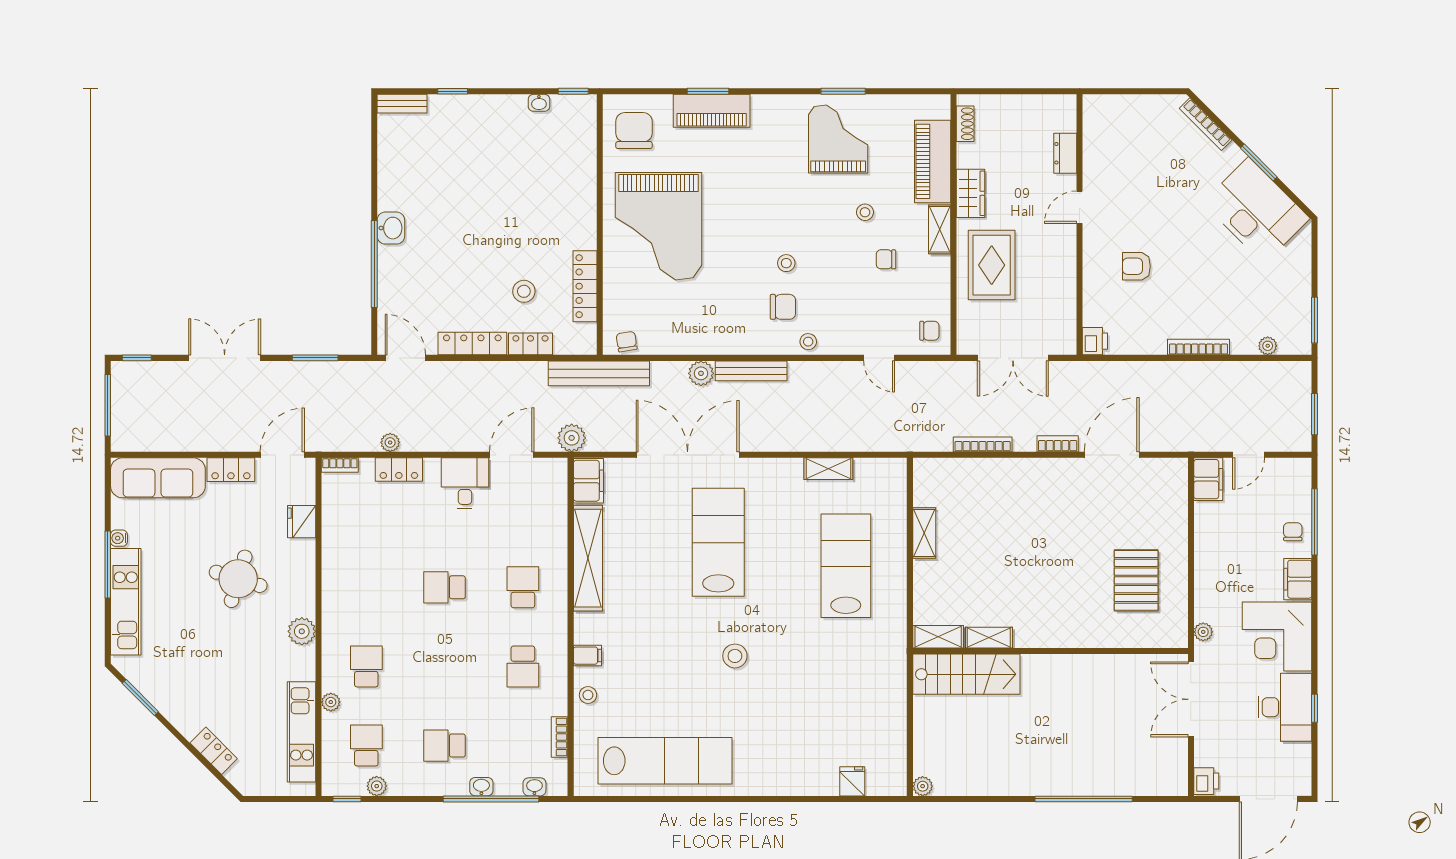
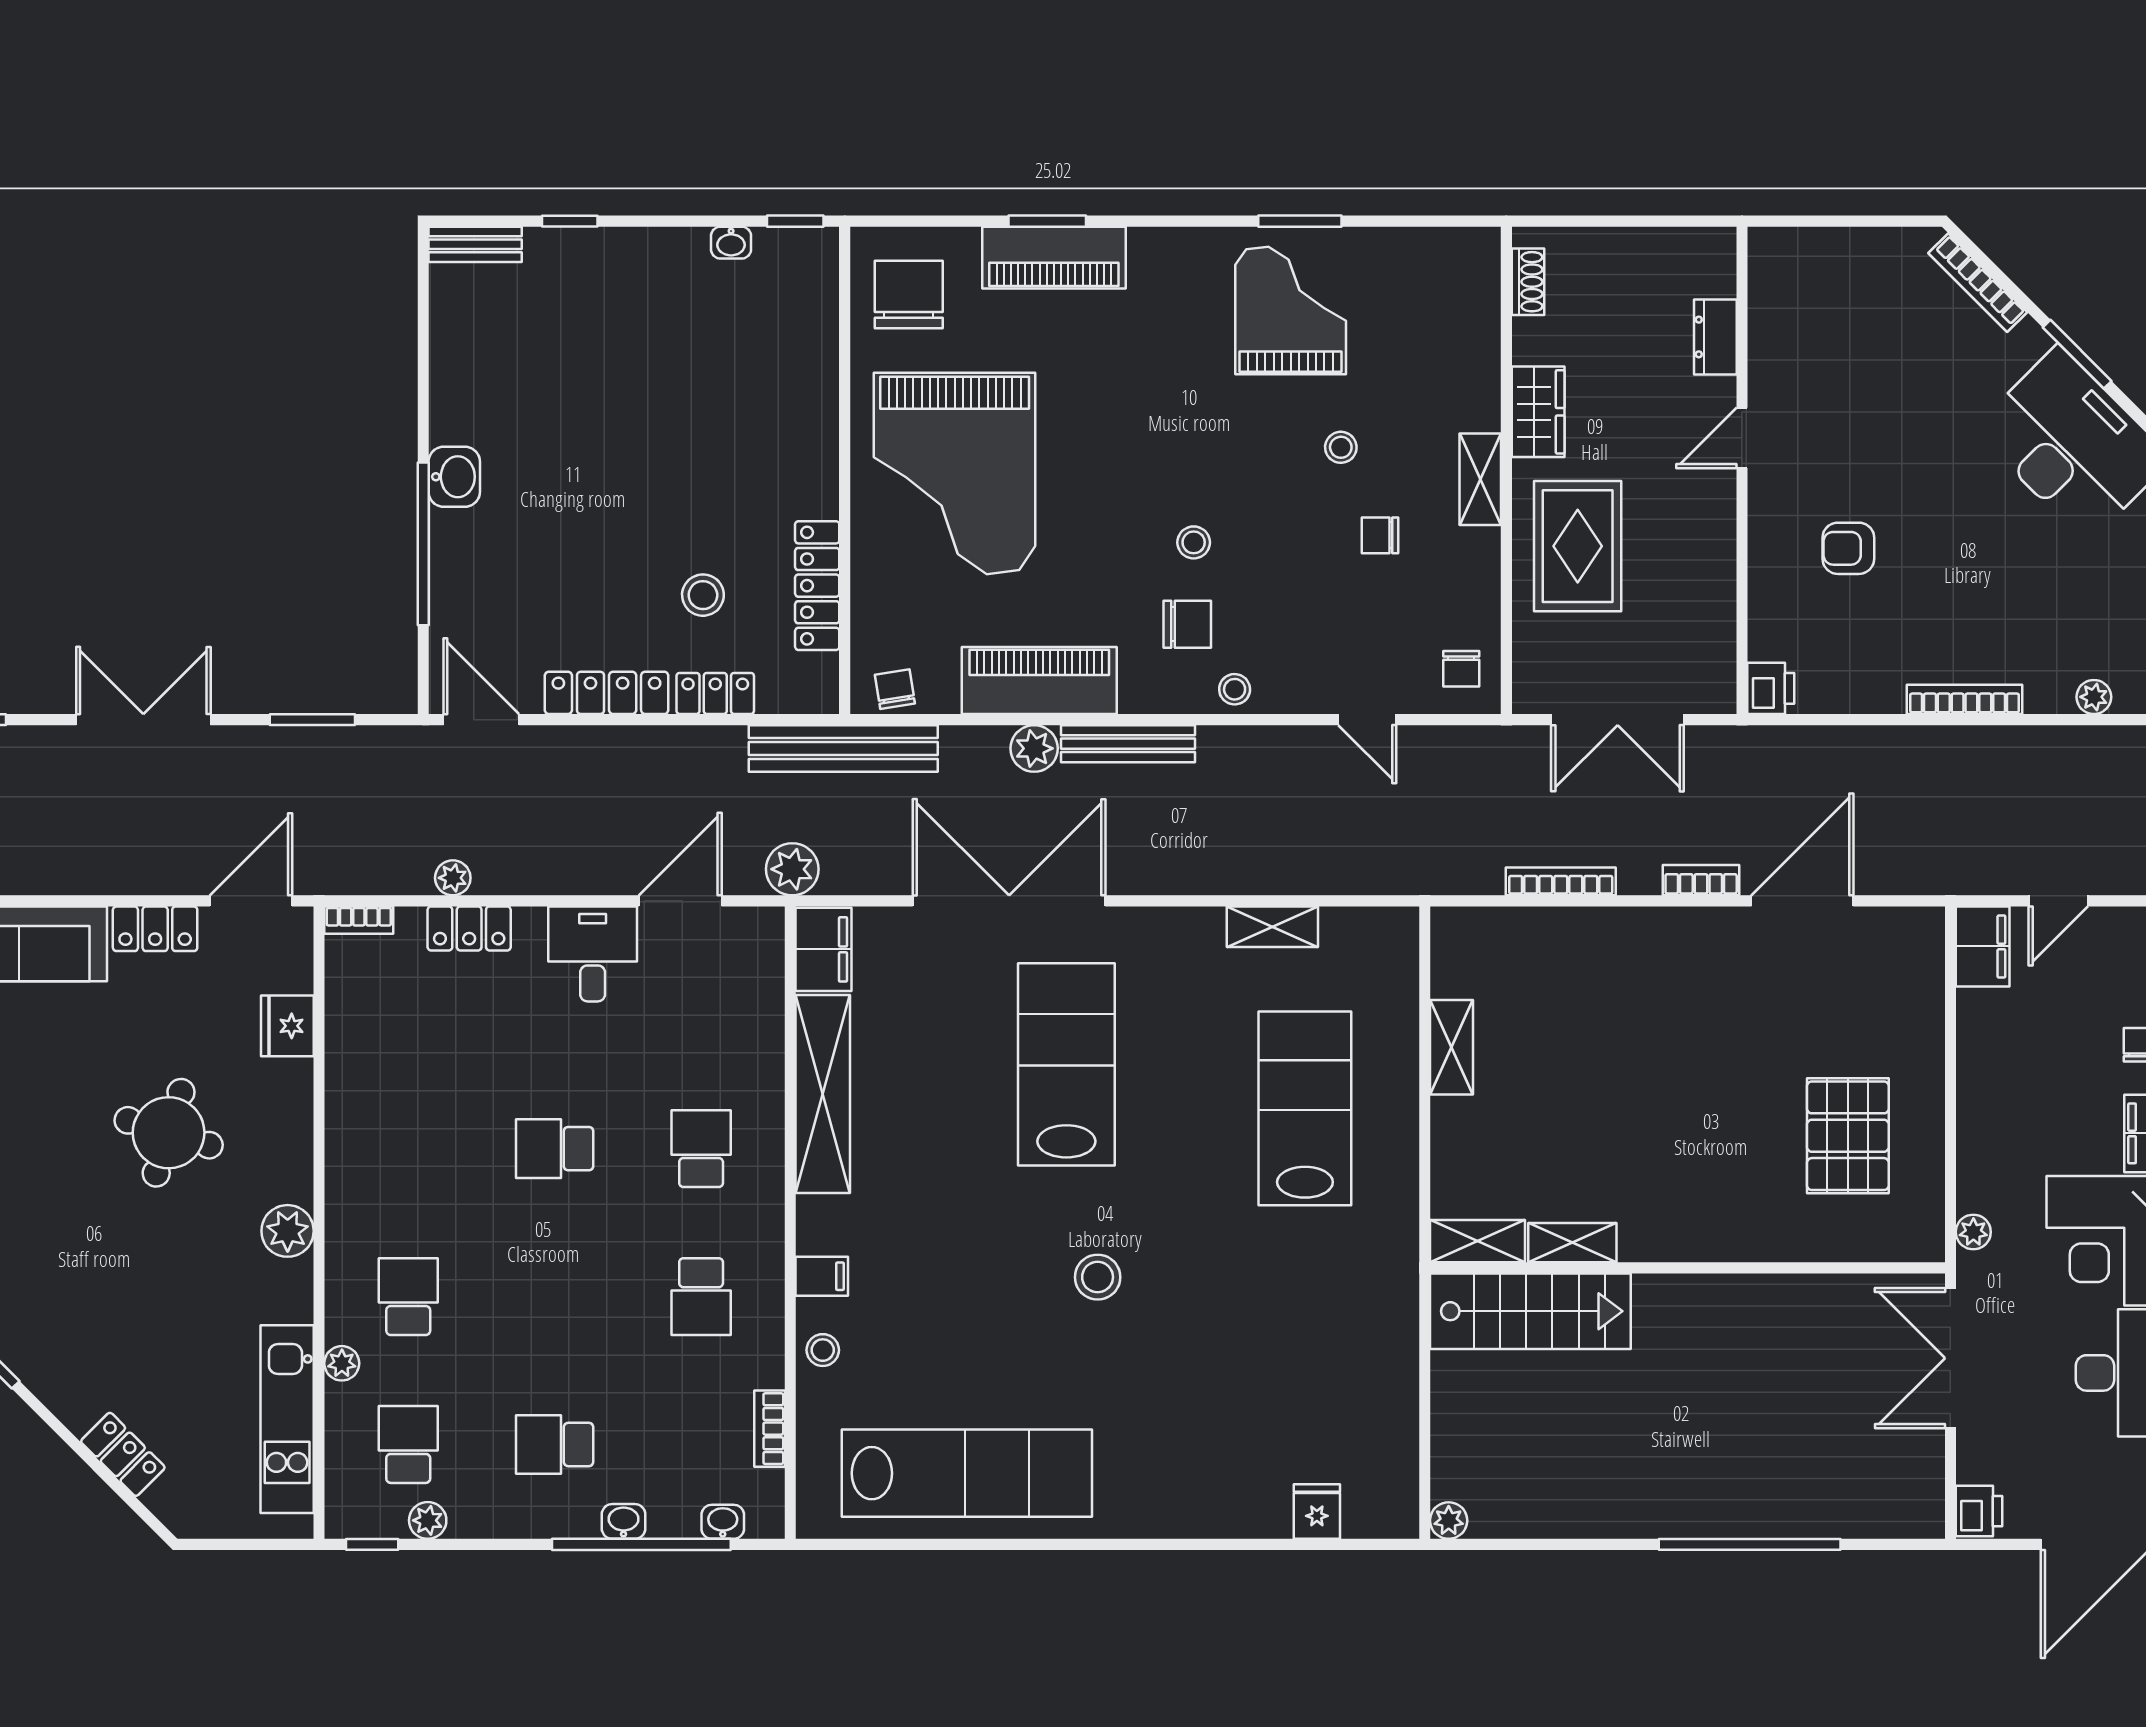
piano: (933, 161) -> (1039, 681), moved, turned 90
chair: (929, 331) -> (1461, 669), turned 90

